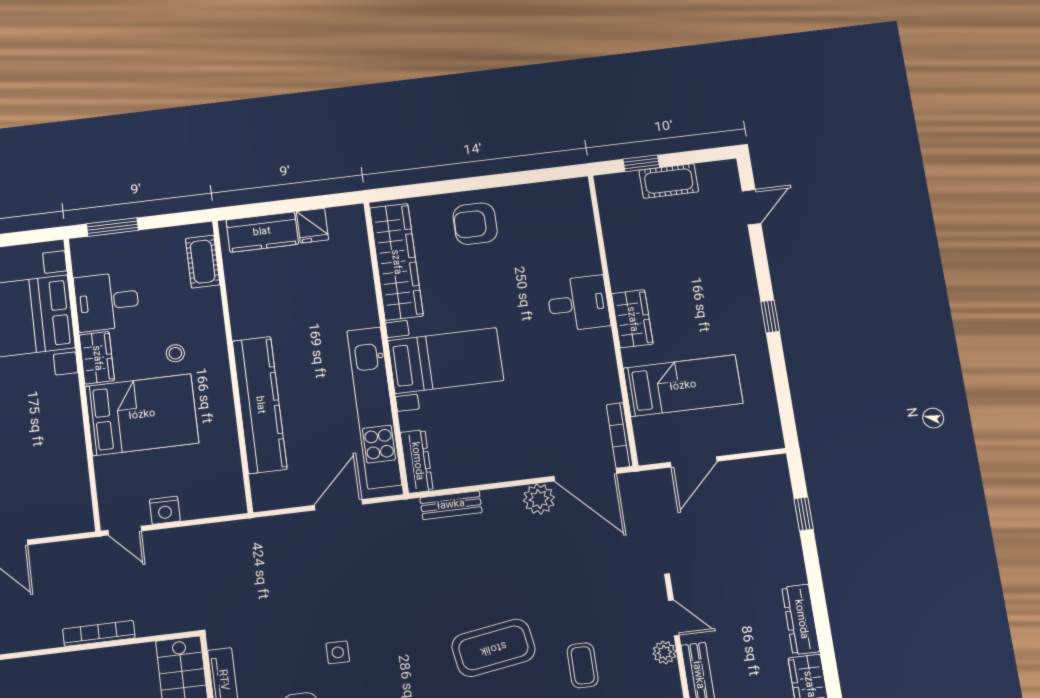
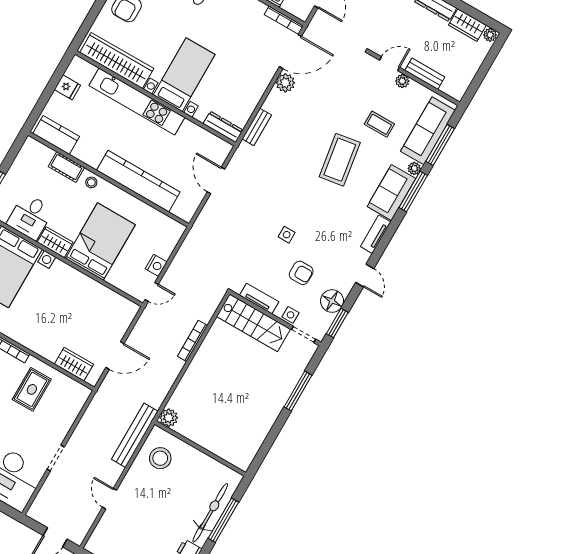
kitchen counter: (262, 232) -> (56, 135), moved, turned -90
cot: (203, 262) -> (66, 167), moved
stool: (175, 353) -> (91, 182), moved
kitchen unit: (374, 408) -> (137, 101), moved

